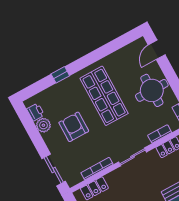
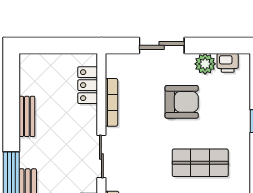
shop shelf: (104, 96) -> (200, 163), width x0.70, depth x0.74
sliding door: (54, 170) -> (162, 45), moved

